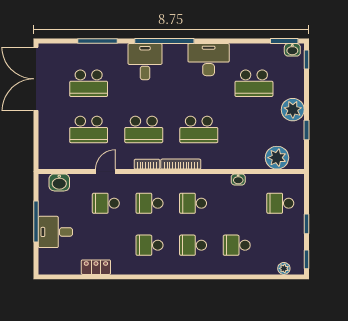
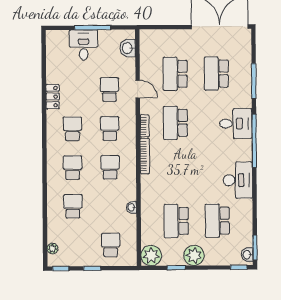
school desk: (199, 129) -> (176, 221), moved
plant: (277, 158) -> (151, 256), moved
locker: (96, 267) -> (53, 97), moved

